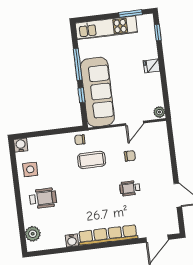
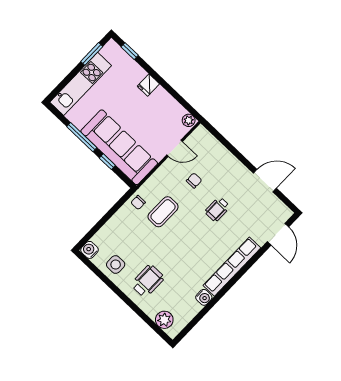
door: (135, 123) -> (175, 148), hinge flipped

